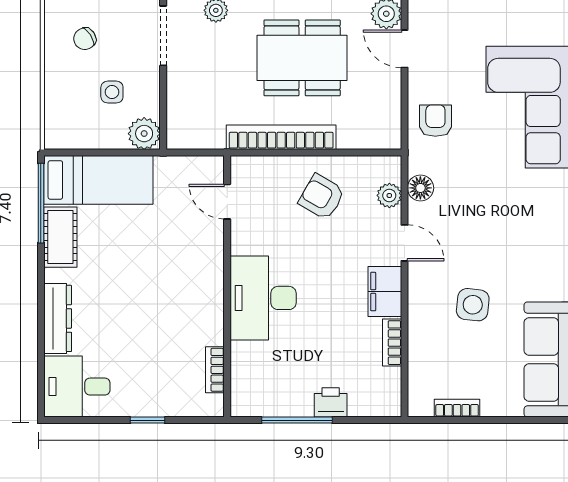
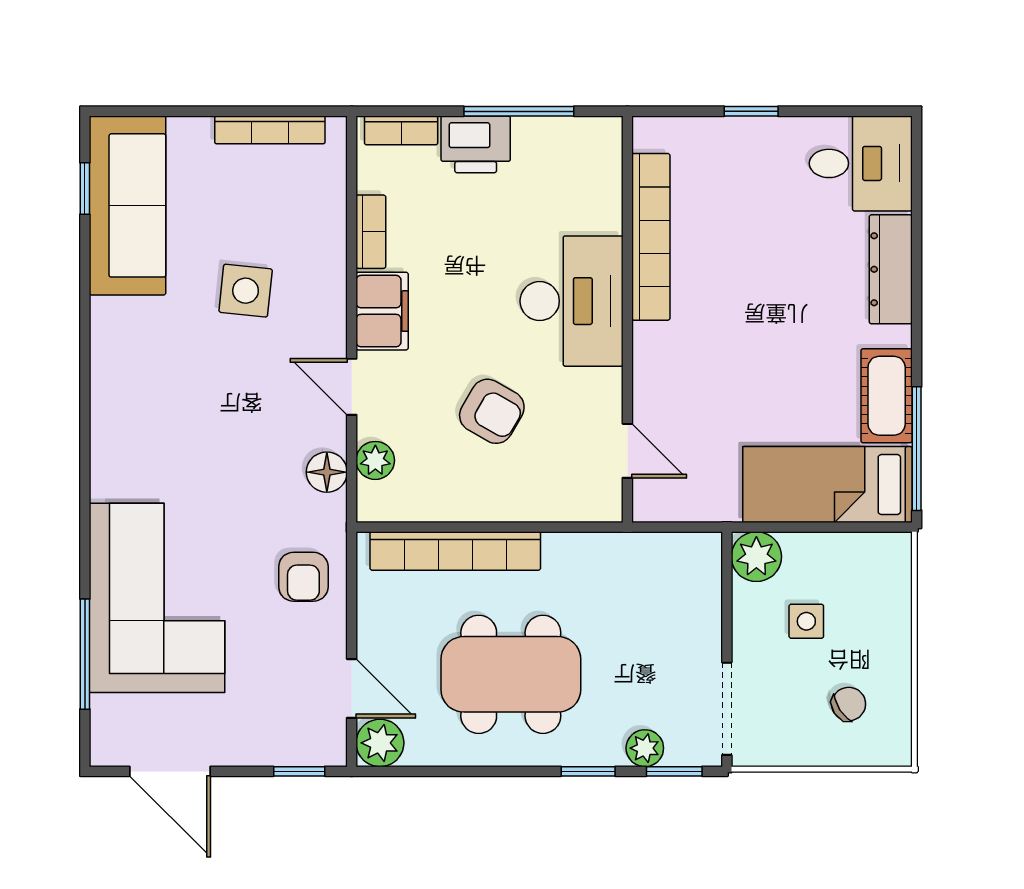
bookcase: (281, 137) -> (455, 551), moved
armchair: (322, 197) -> (492, 411), moved
bookcase: (215, 370) -> (651, 237), width x2.31, depth x1.31
printer: (331, 402) -> (476, 144), width x1.36, depth x1.24
bookcase: (373, 408) -> (401, 130), added
bookcase: (457, 408) -> (270, 130), width x1.56

